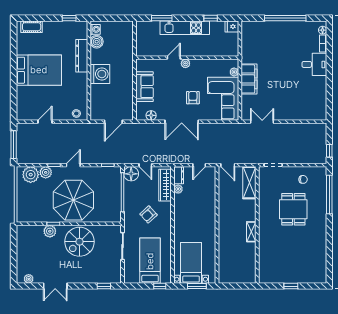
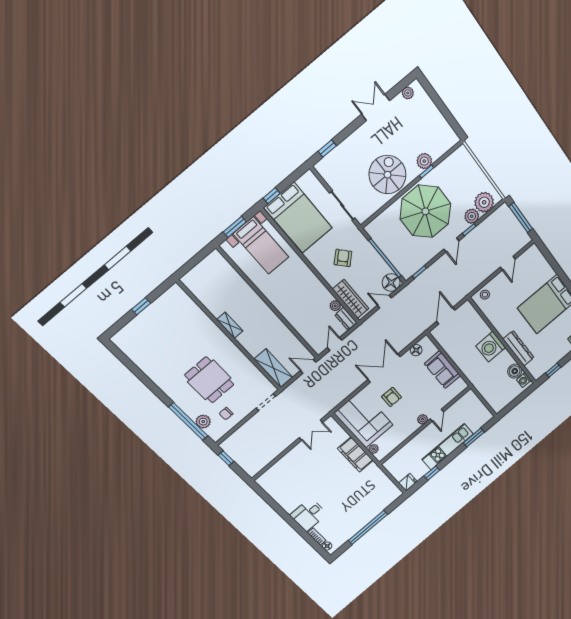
plant: (321, 187) -> (203, 422), added
bed: (150, 261) -> (298, 218), width x1.50

